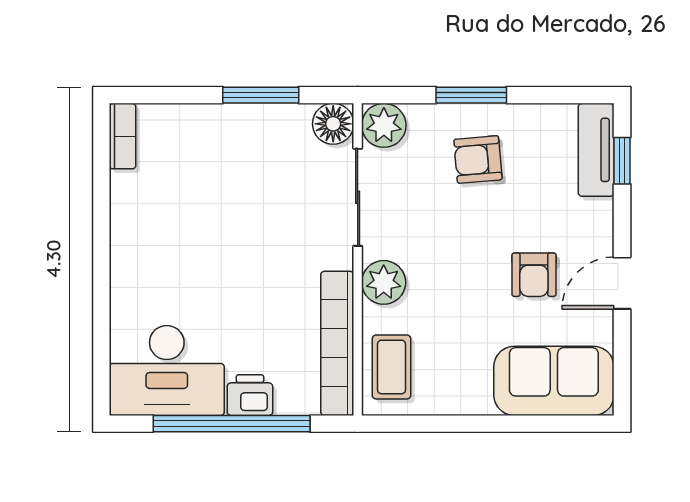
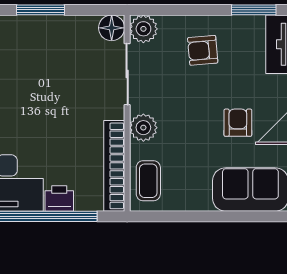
window: (261, 95) -> (40, 10), moved
window: (471, 95) -> (254, 10), moved
armchair: (534, 275) -> (238, 123), turned 180

